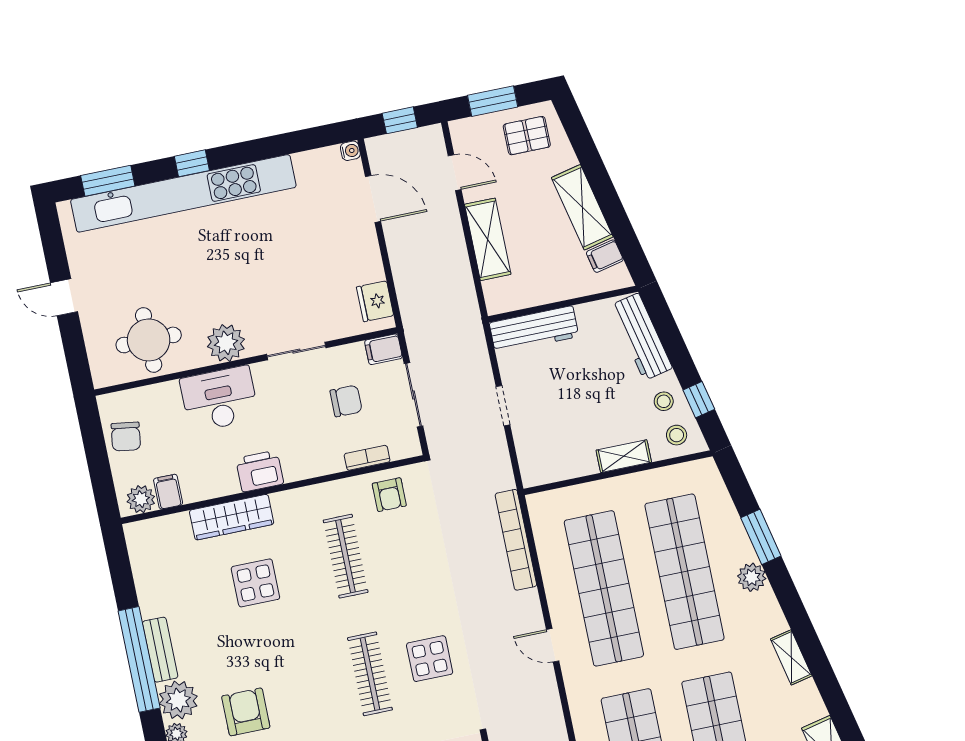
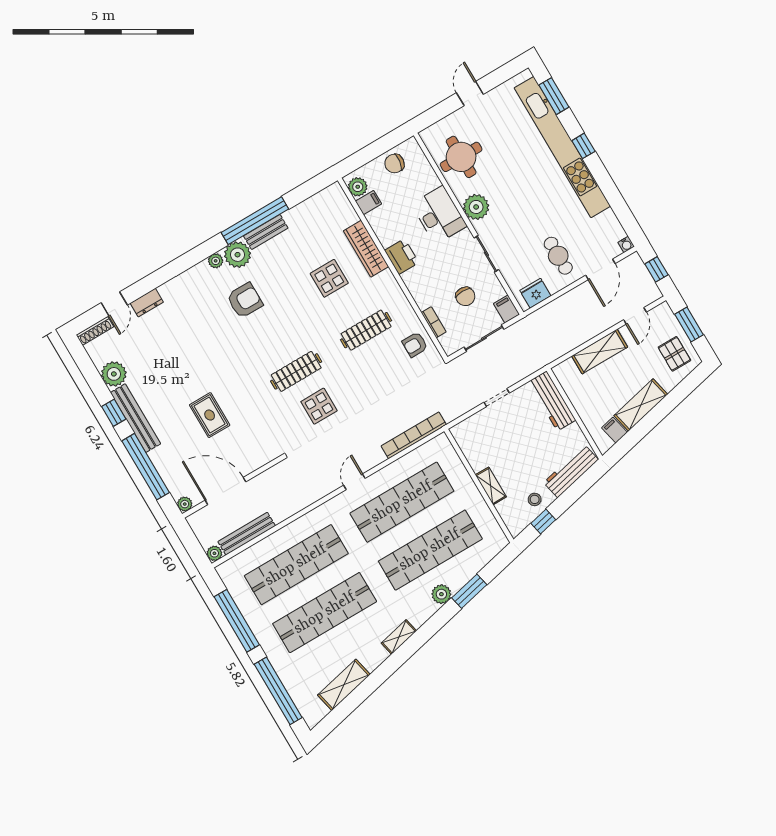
cafe table: (334, 251) -> (558, 256), added
stool: (677, 435) -> (516, 515), removed

